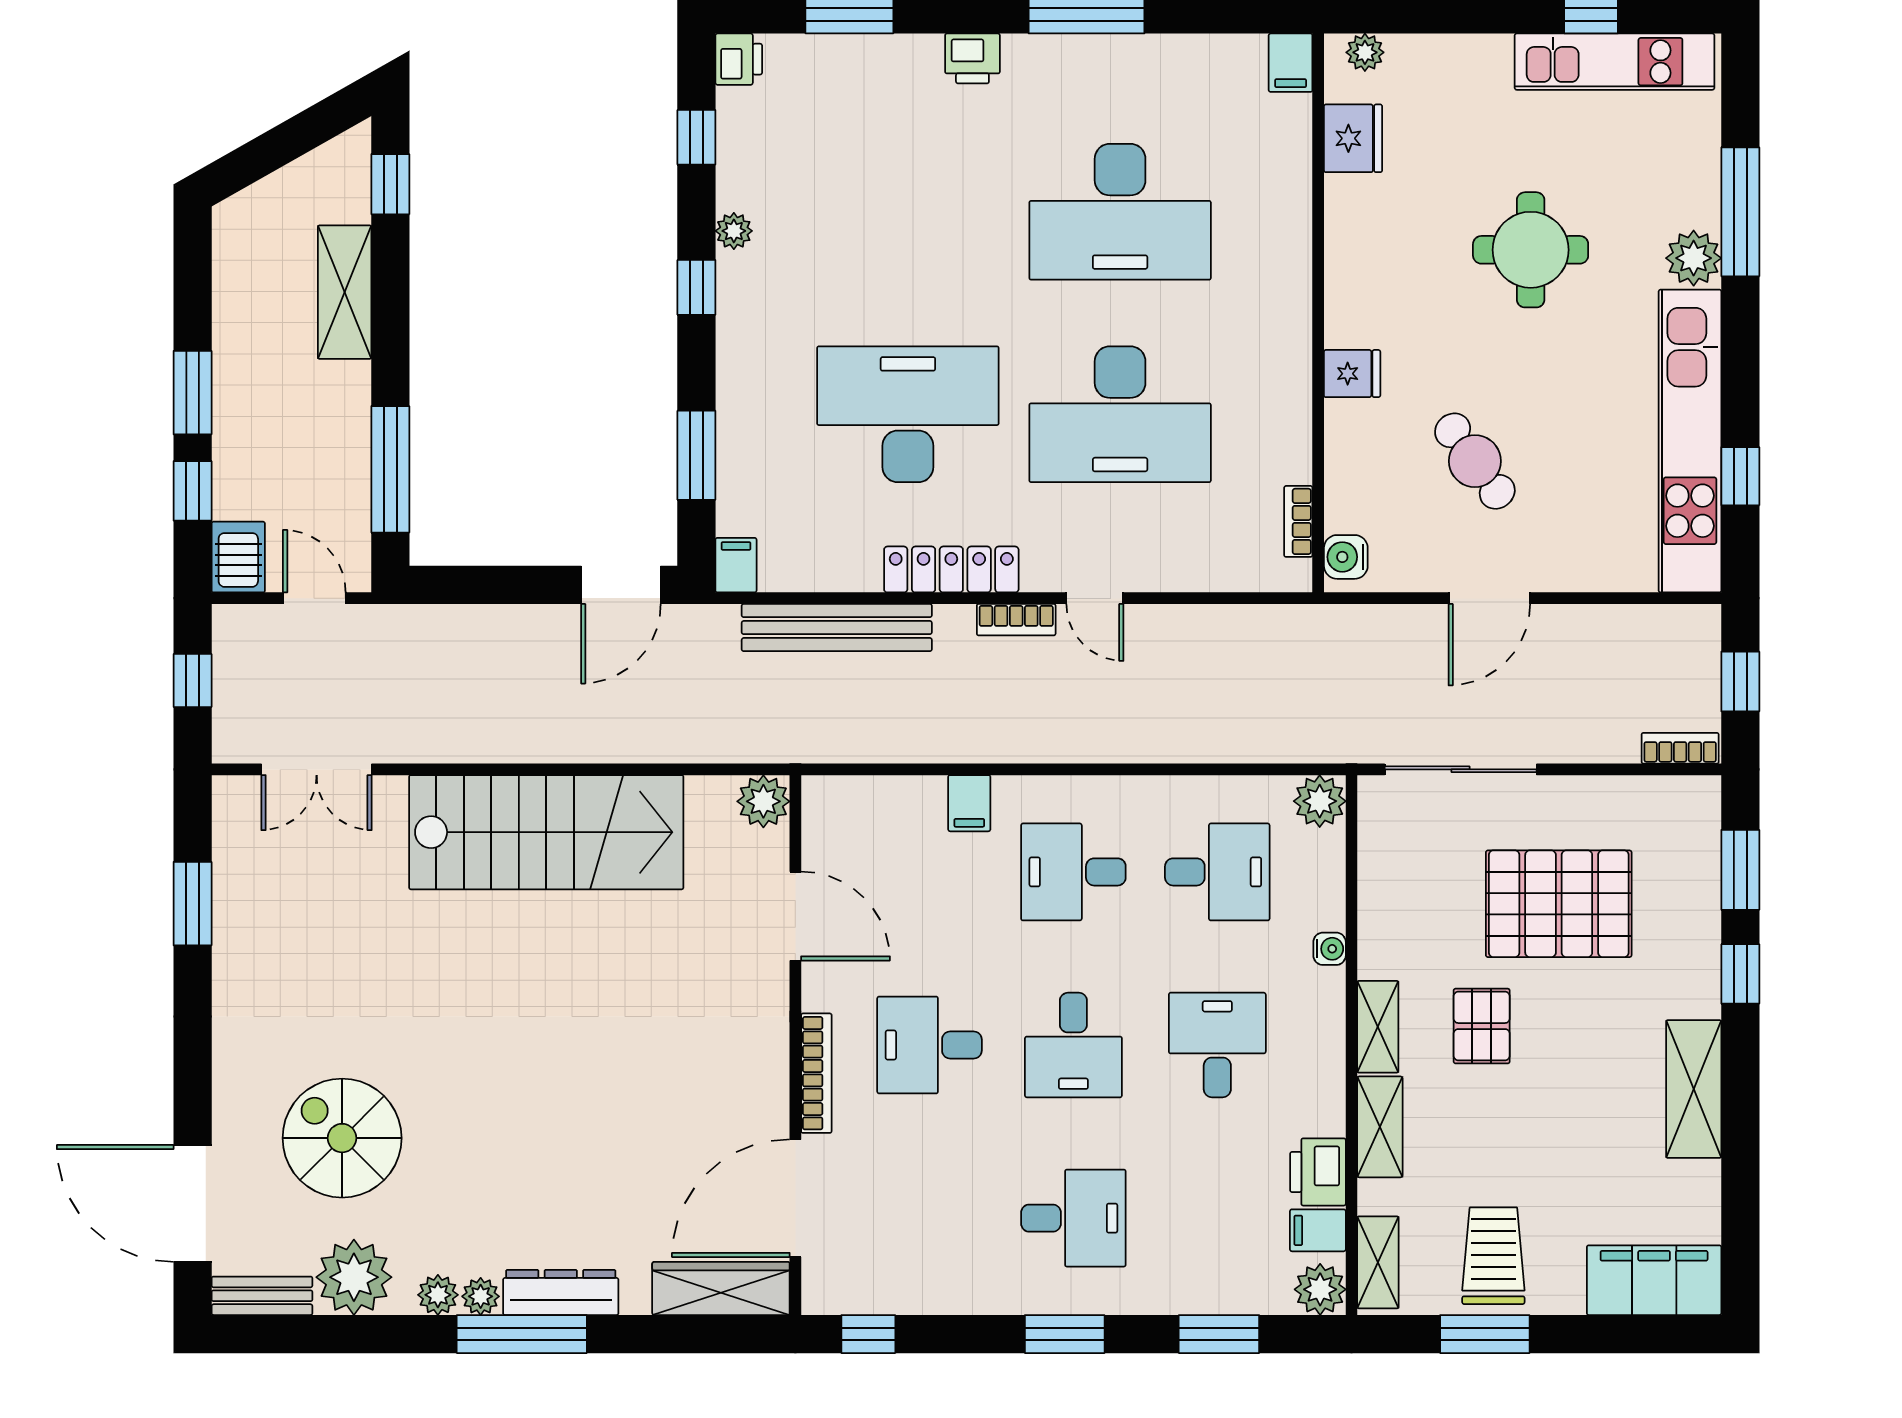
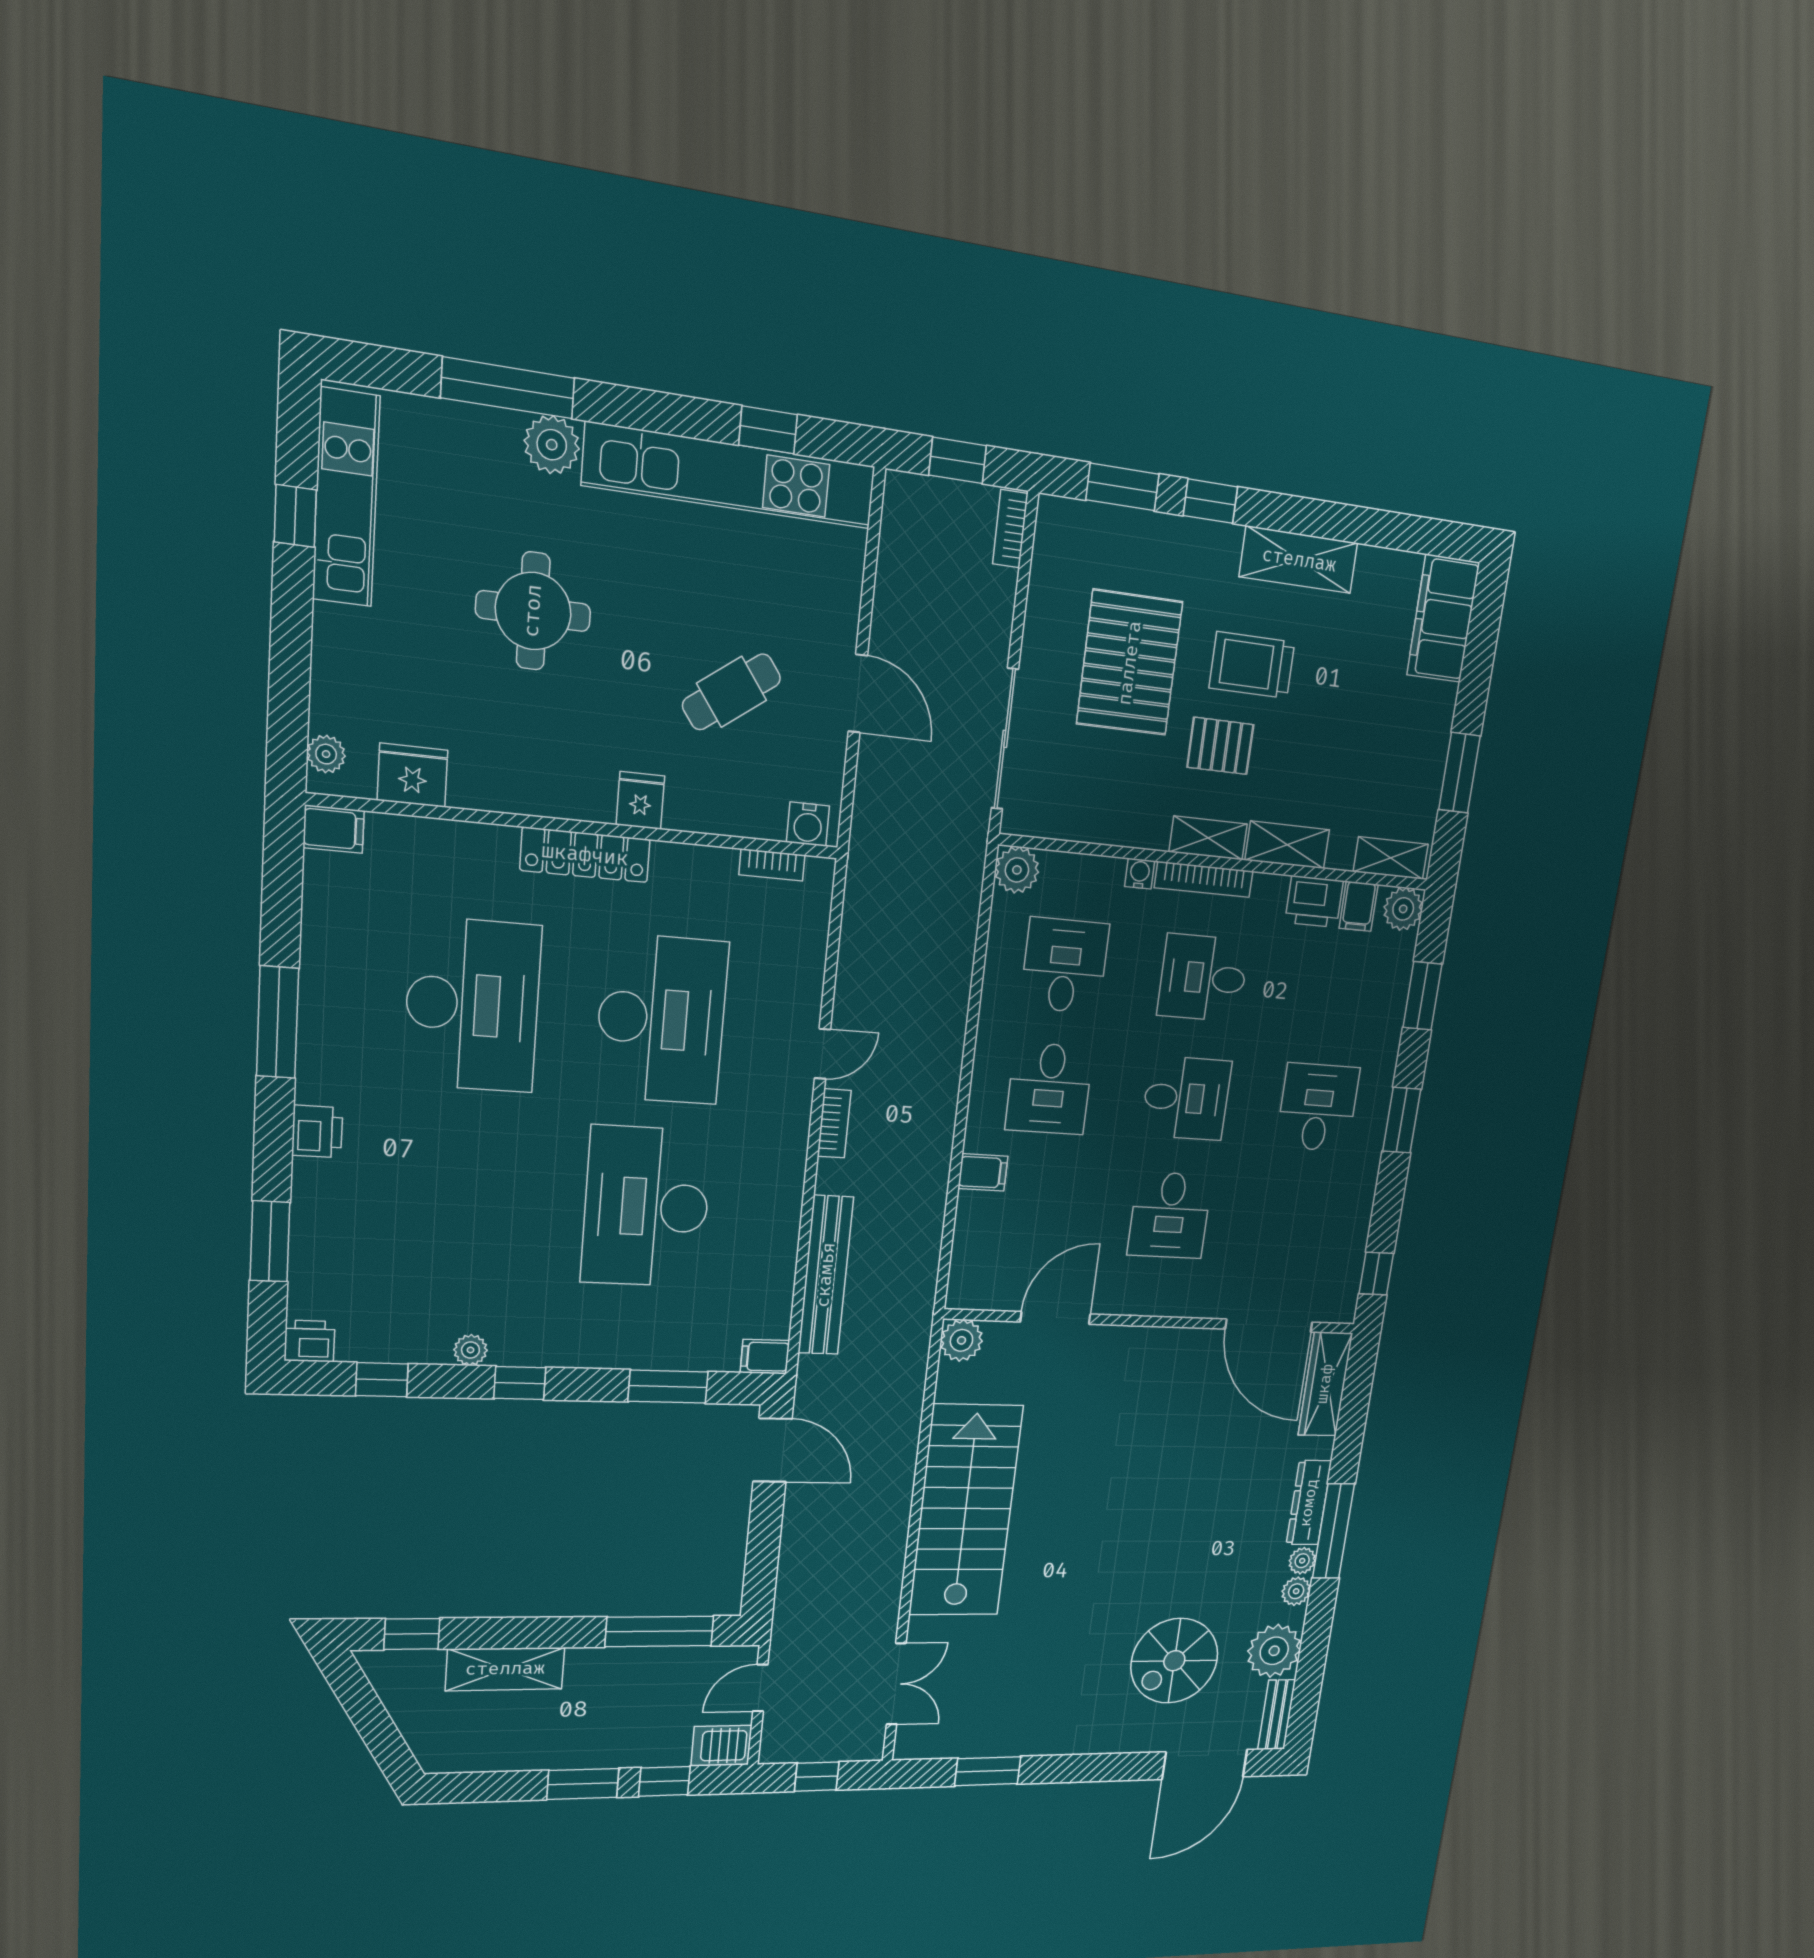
locker: (951, 569) -> (585, 855), moved, turned -90
bookcase: (816, 1073) -> (1204, 879), moved, turned 180
trolley: (1493, 1256) -> (1252, 665), moved

